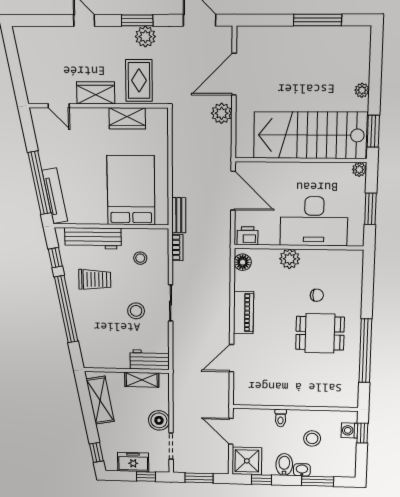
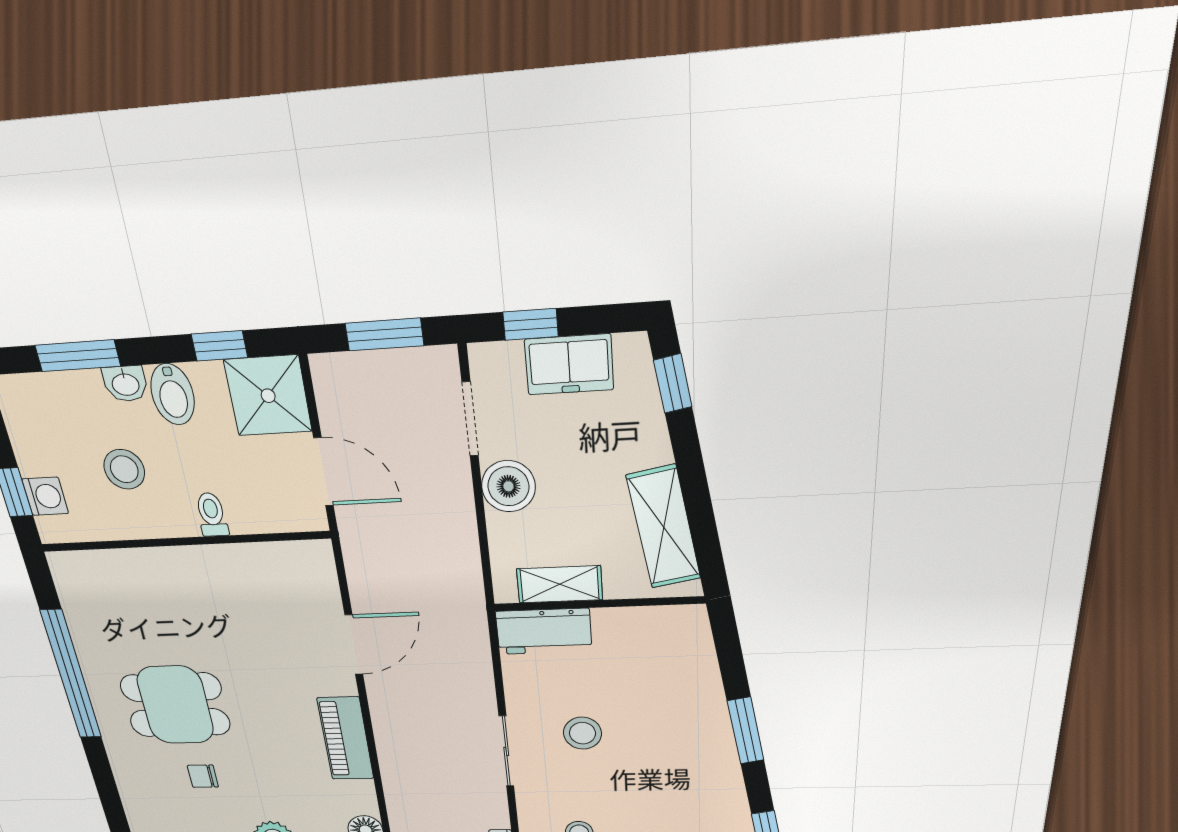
trolley: (95, 279) -> (678, 791), removed
window: (66, 309) -> (746, 731), width x0.47

